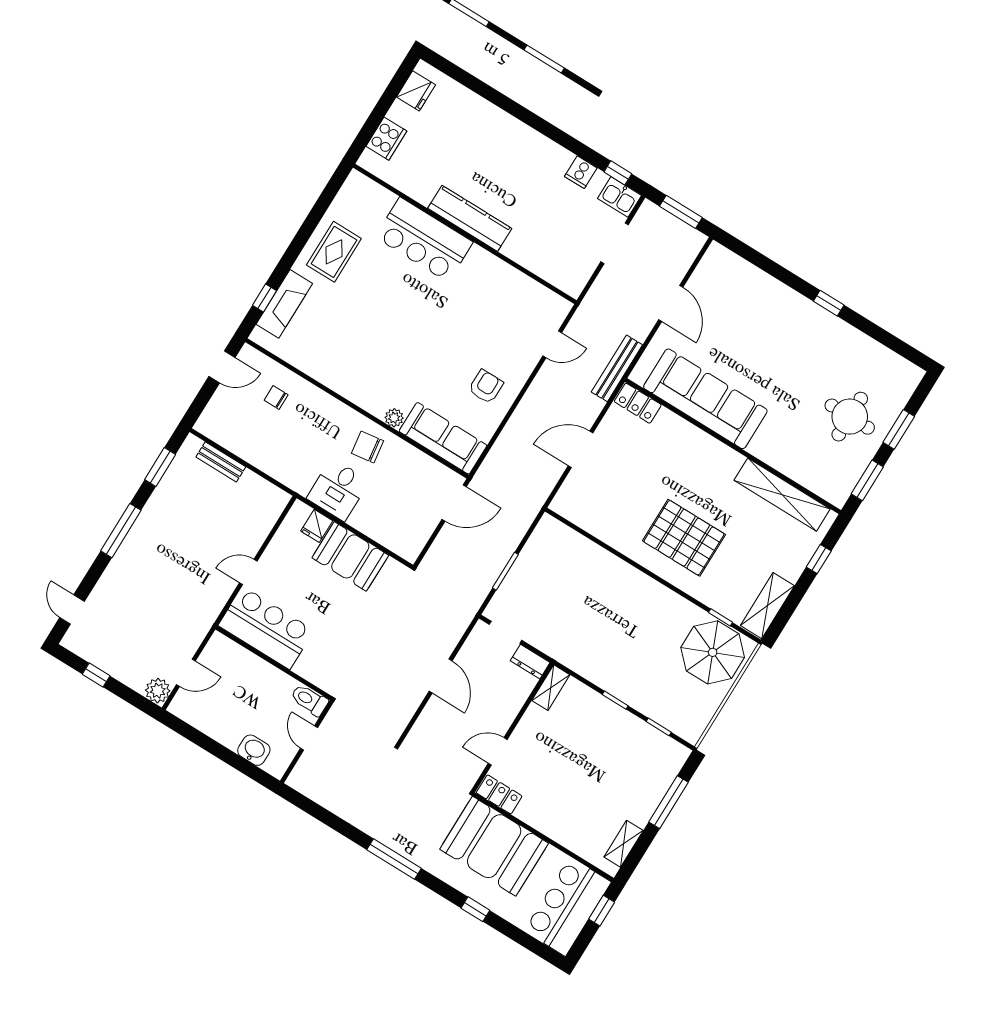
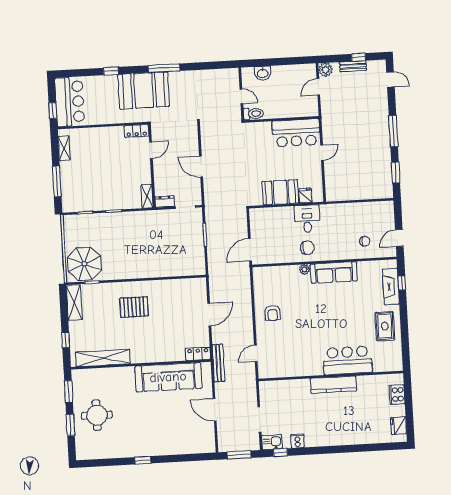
sofa: (443, 438) -> (334, 272), moved
bench: (221, 462) -> (353, 66), moved
pallet: (684, 538) -> (134, 307), width x0.73, depth x0.71
booth: (494, 846) -> (144, 90), moved

